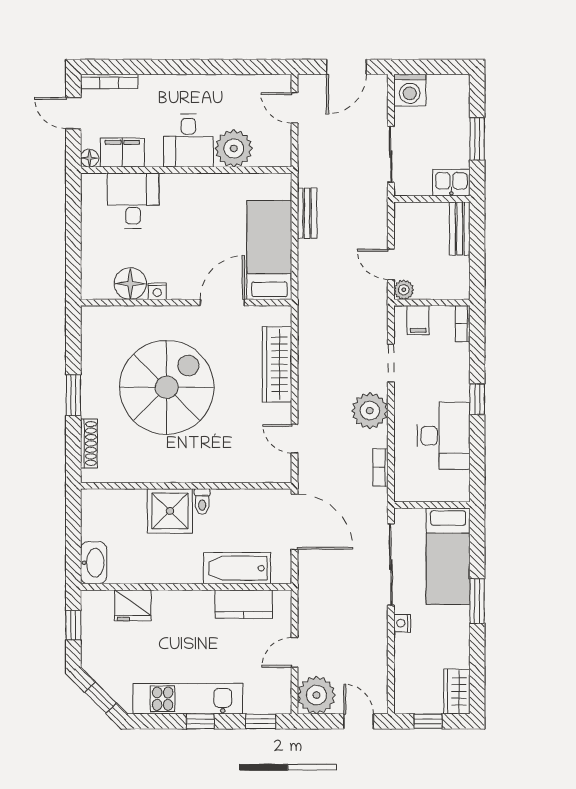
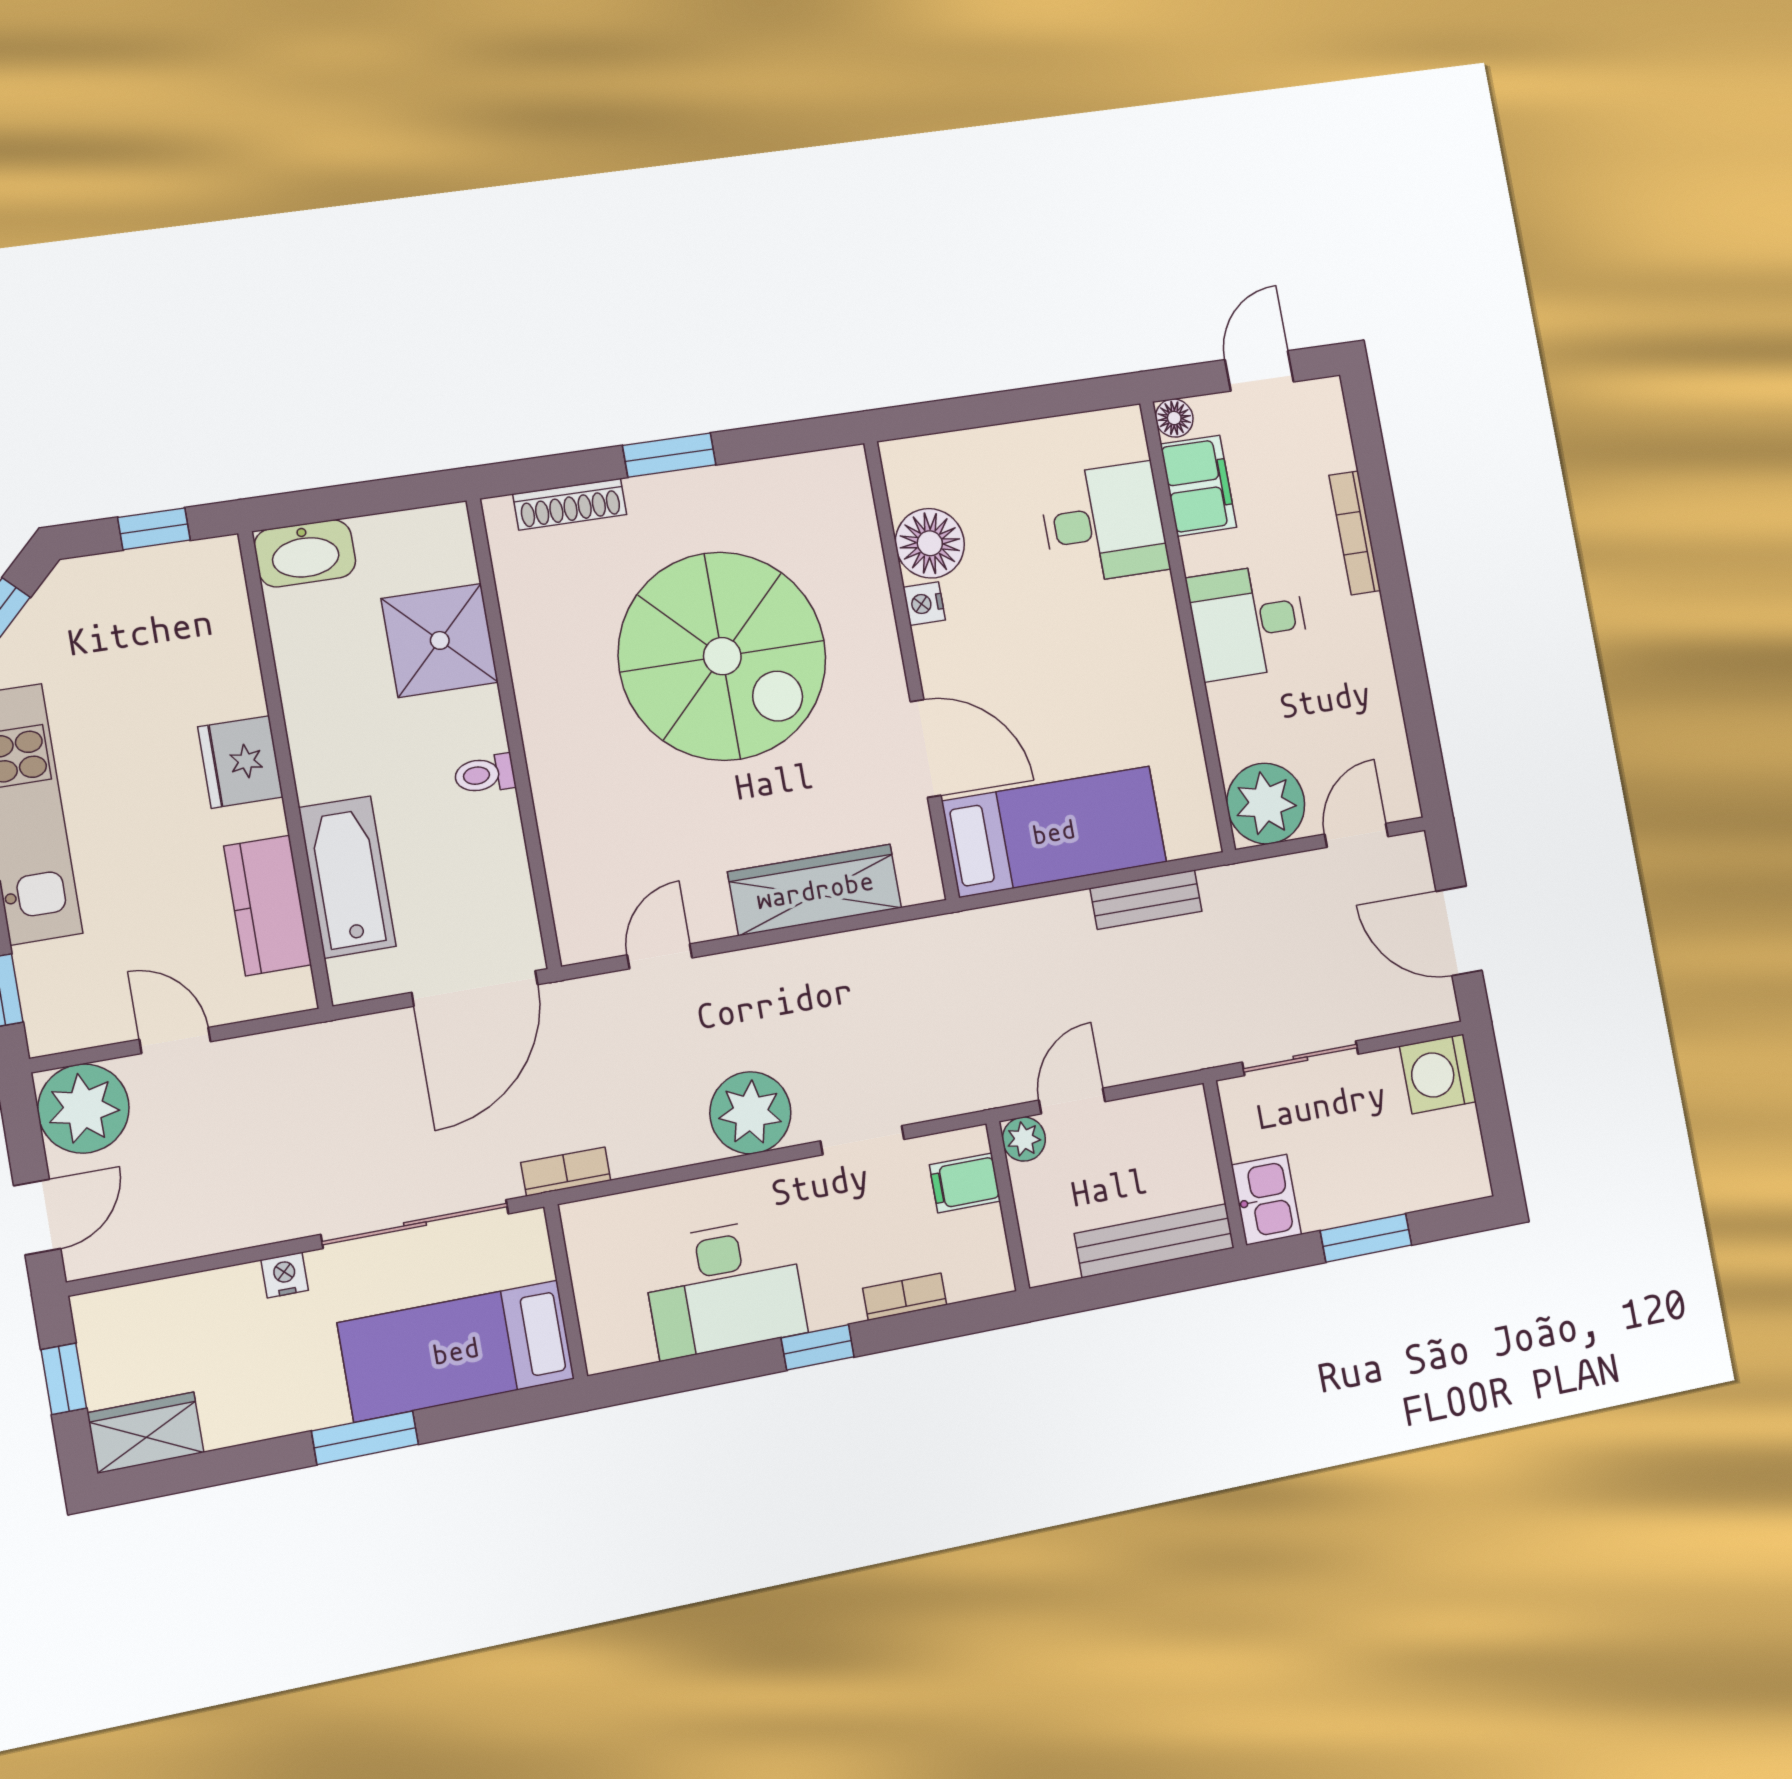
bookcase: (109, 81) -> (1355, 533), moved
plant: (234, 148) -> (1266, 804), moved
bench: (460, 229) -> (1154, 1241), width x1.36
bookcase: (463, 324) -> (905, 1297), moved
bookcase: (380, 467) -> (566, 1172), moved
shower: (170, 511) -> (440, 640), moved
fridge: (133, 605) -> (240, 762), moved

